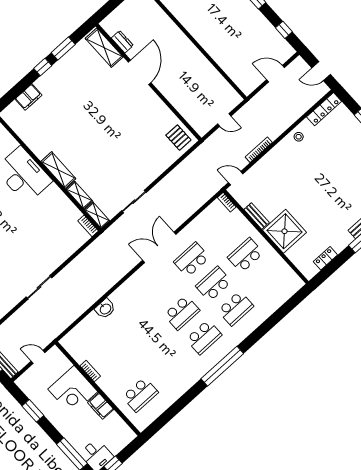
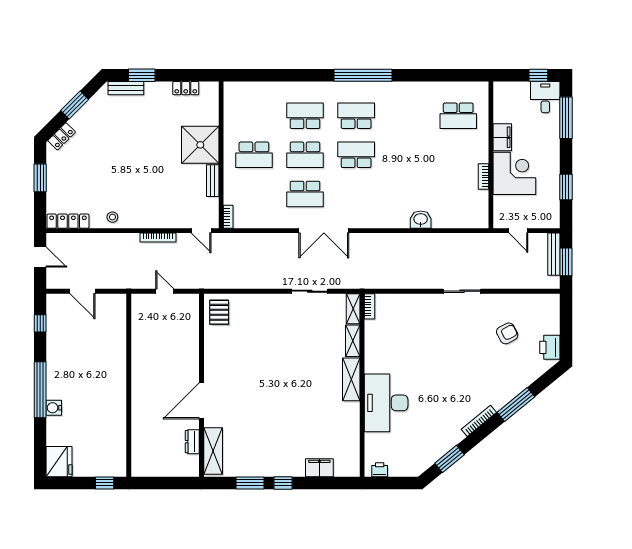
school desk: (140, 395) -> (458, 116), turned 180

